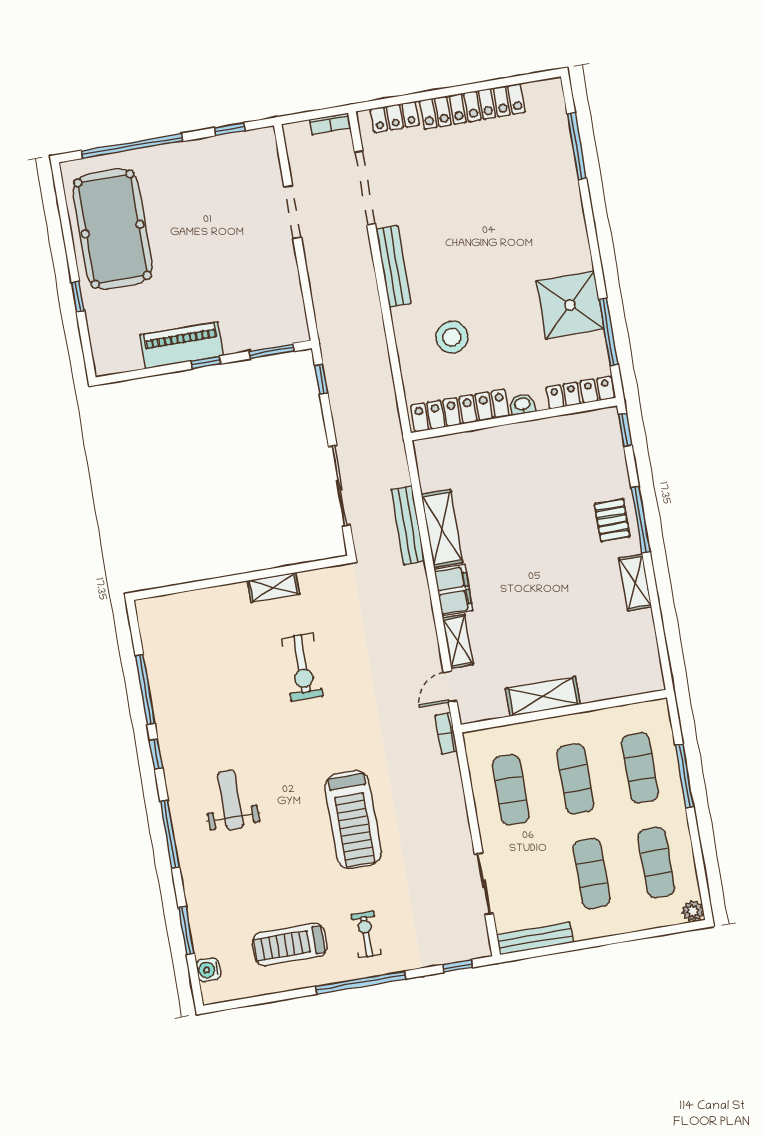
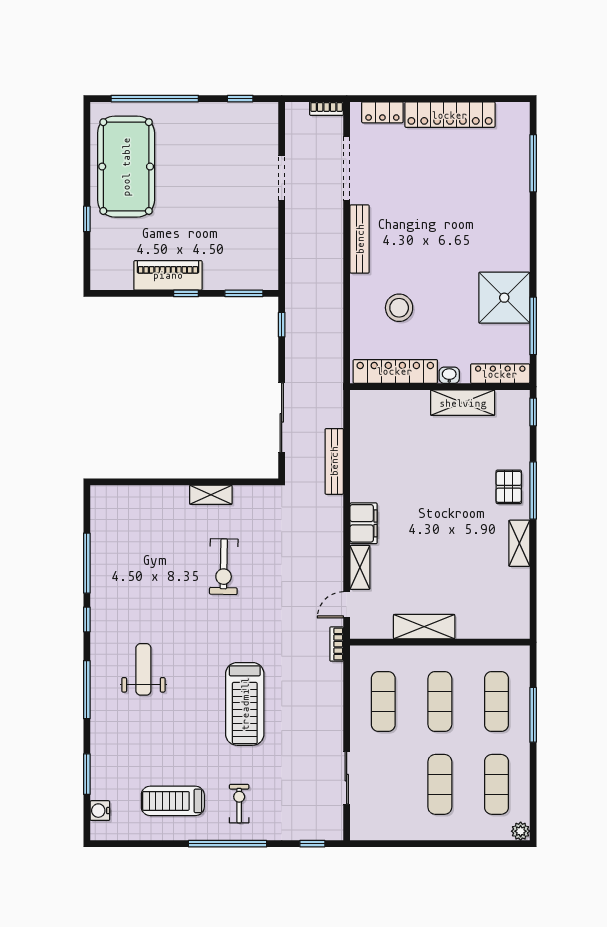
shelving: (442, 529) -> (463, 403), moved, turned 90
bench: (535, 938) -> (382, 831), removed

